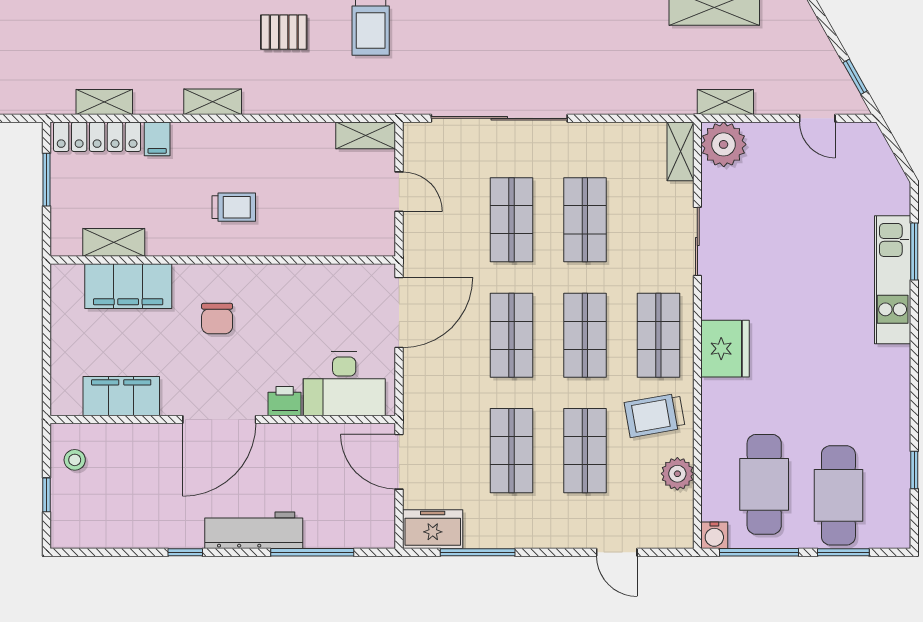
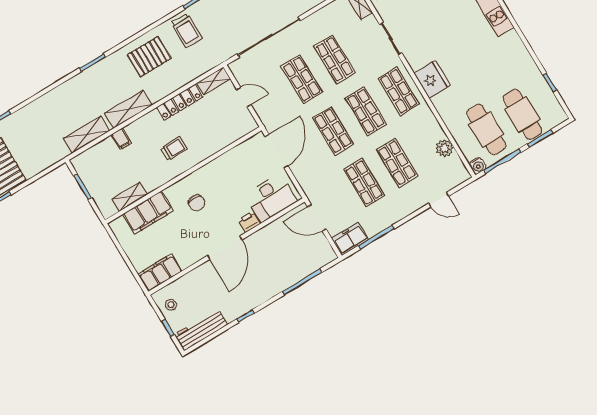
pallet: (284, 32) -> (149, 57), width x1.50, depth x1.42
shelving: (104, 102) -> (86, 135), width x1.50, depth x1.33
shelving: (213, 102) -> (128, 109), width x1.50, depth x1.33
locker: (97, 137) -> (179, 102), moved
filing cabinet: (121, 396) -> (160, 273), moved
trolley: (655, 415) -> (419, 128), removed
workbench: (254, 530) -> (201, 330), moved

